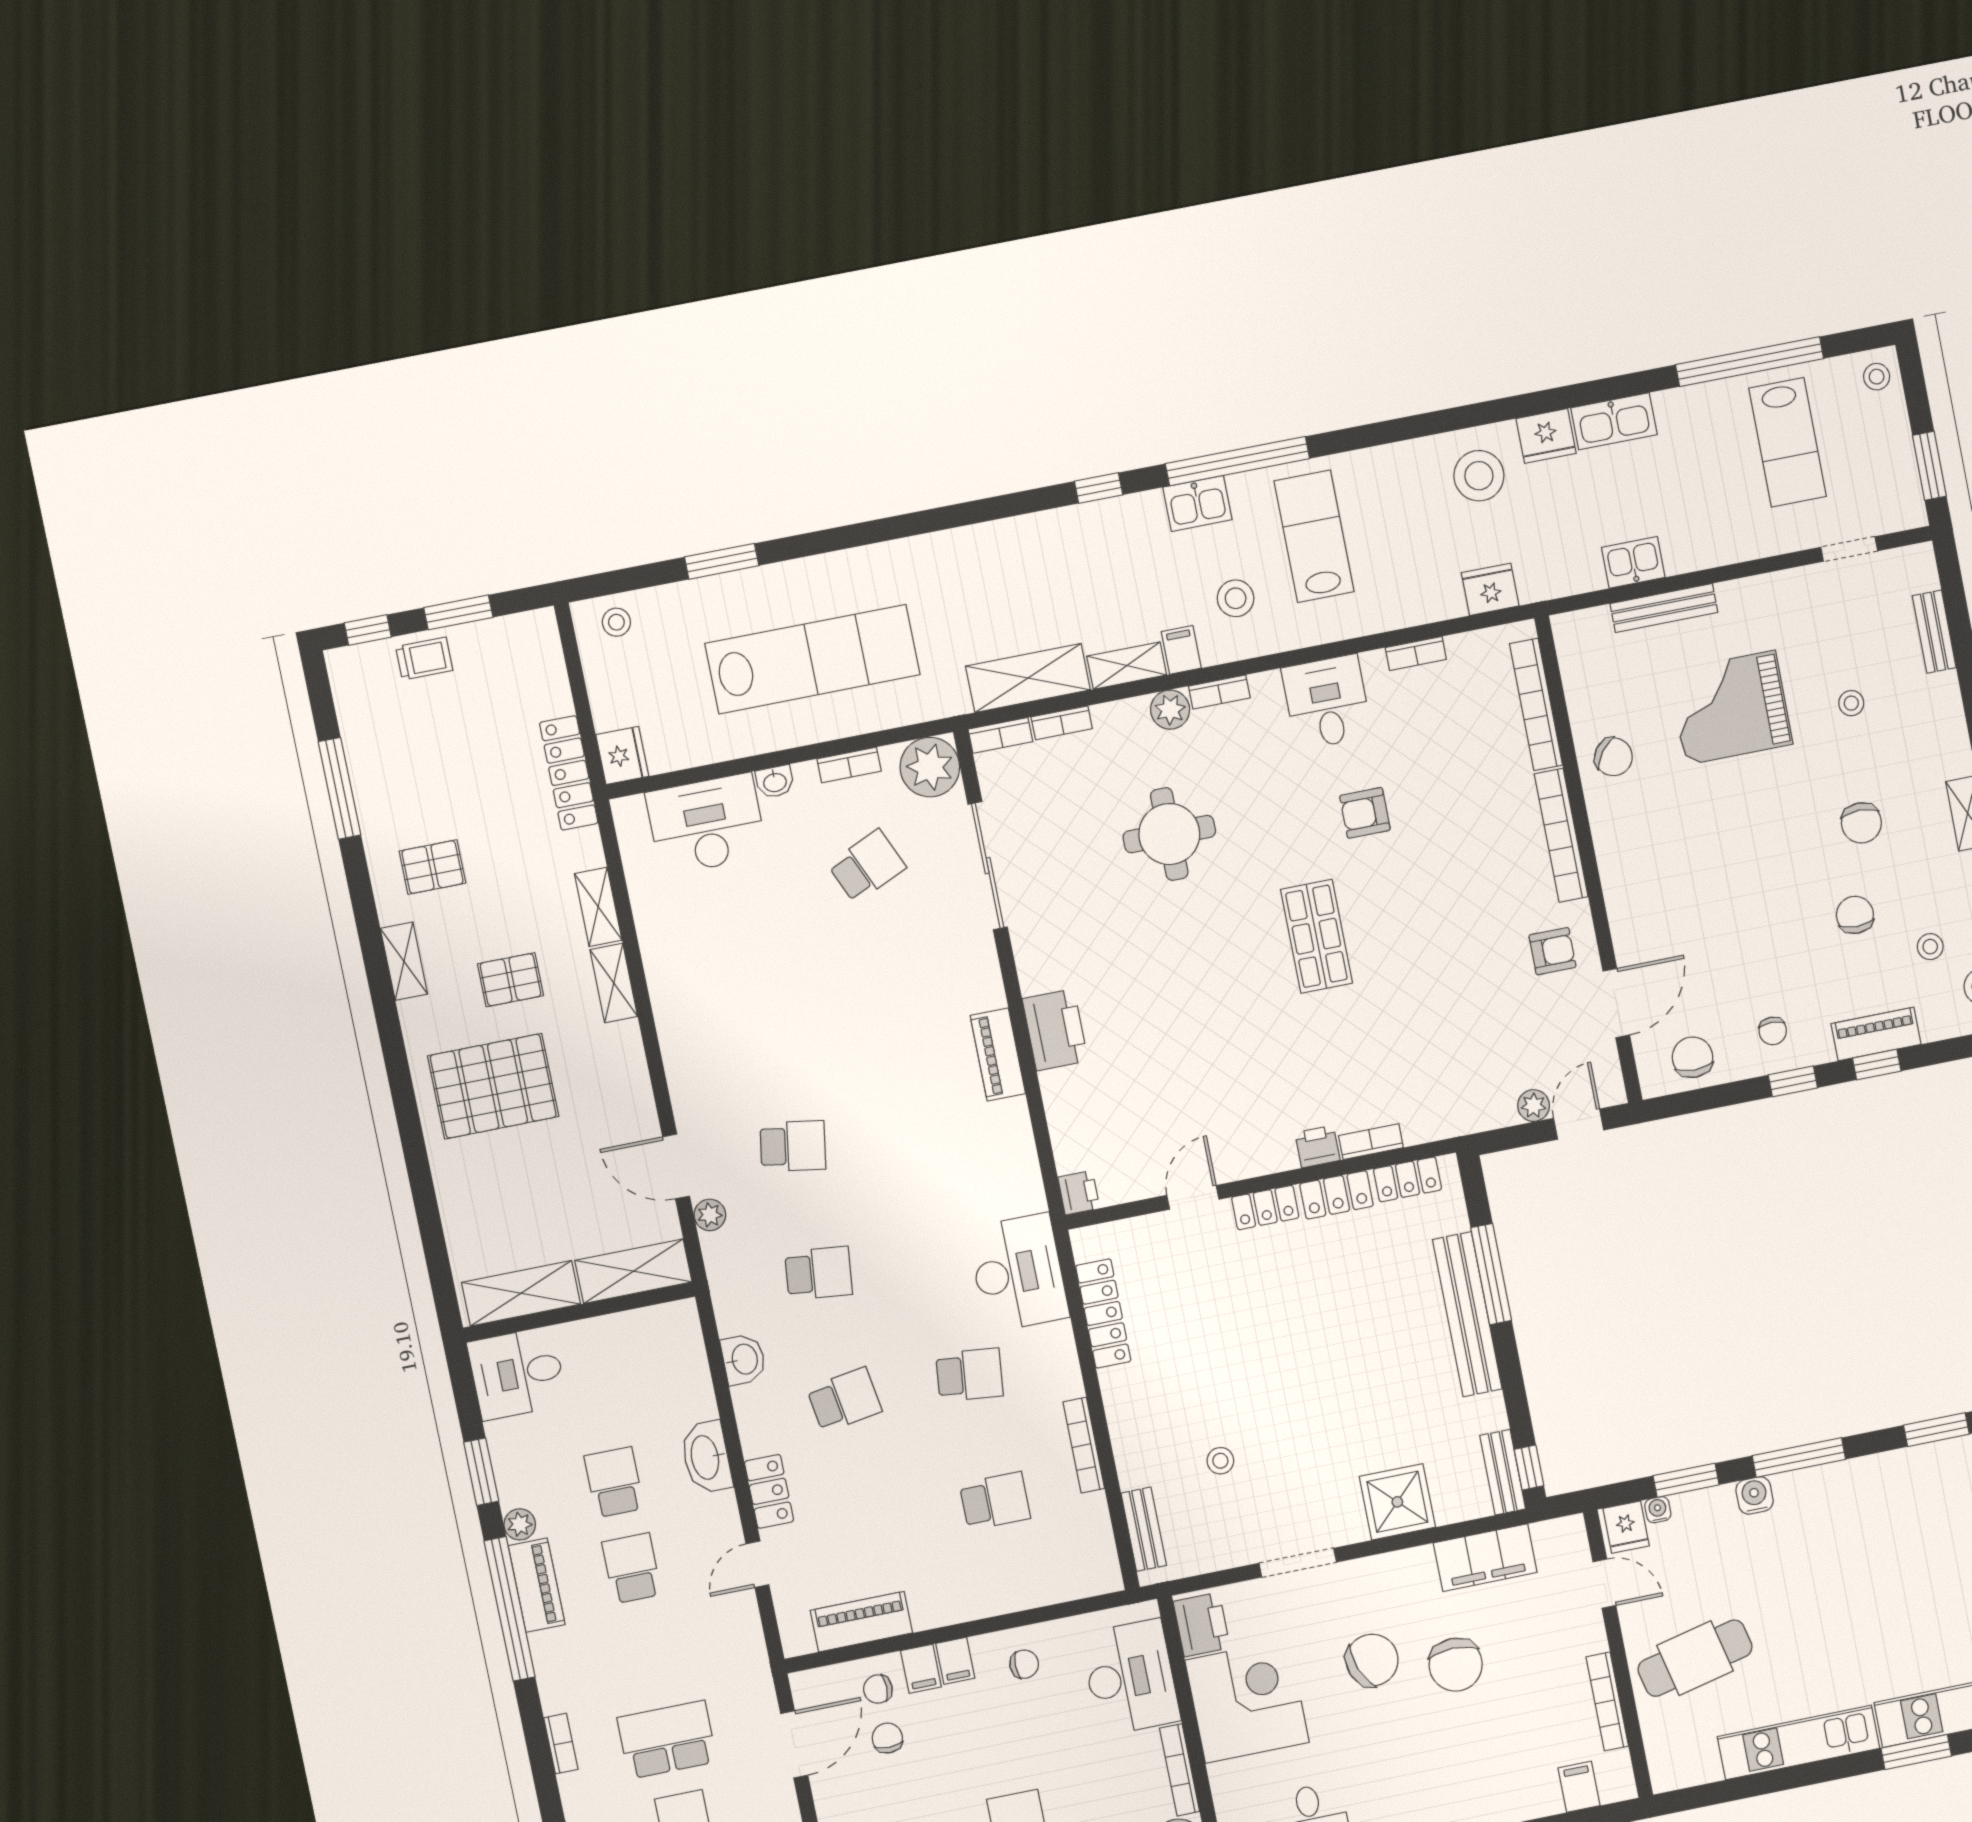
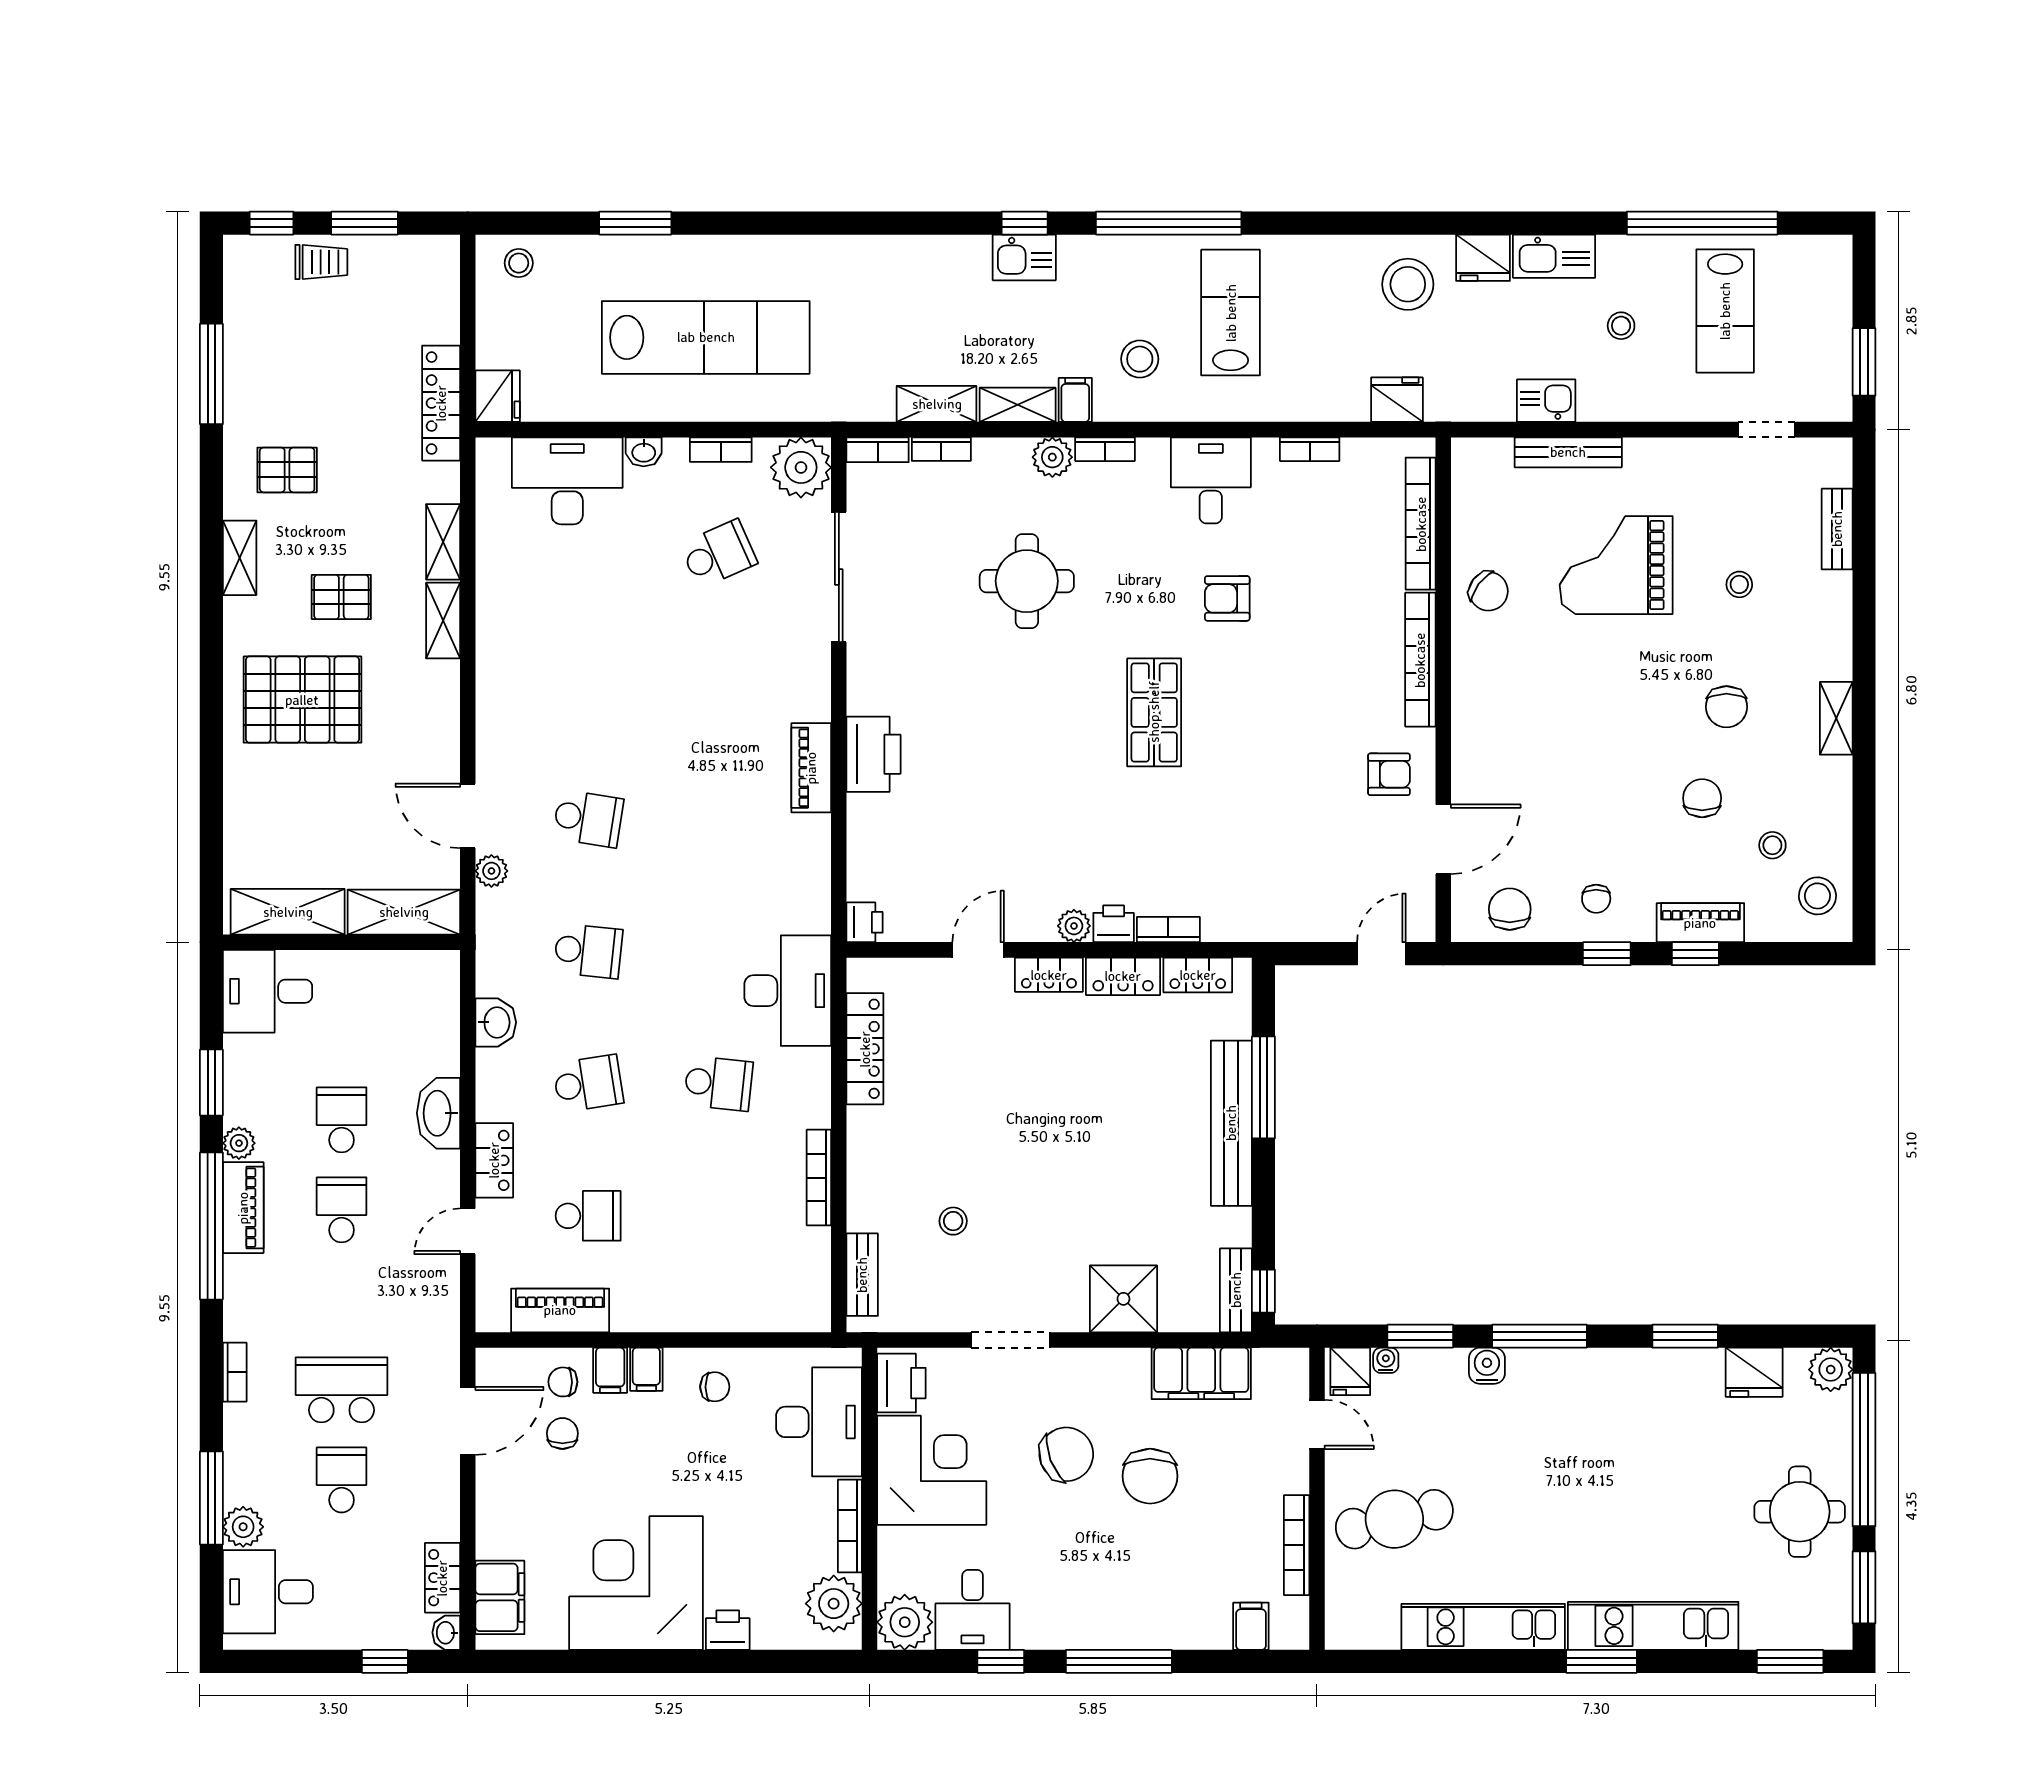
stool: (1877, 377) -> (1621, 326), moved
kitchen sink: (1197, 503) -> (1024, 257), moved
shelving: (1028, 678) -> (937, 404), width x0.67, depth x0.75
plant: (1534, 1106) -> (1074, 926), moved
school desk: (995, 1501) -> (588, 1216), moved

